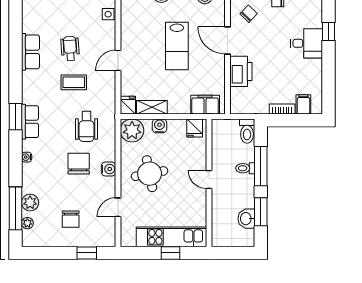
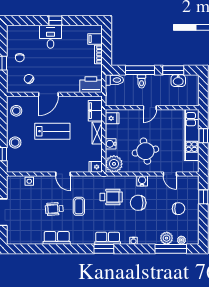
window: (329, 31) -> (55, 21), moved
printer: (241, 71) -> (91, 85), moved
shelving: (152, 107) -> (97, 133), moved

